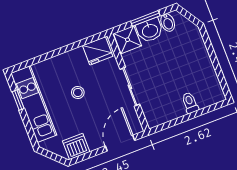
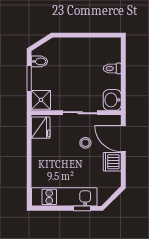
washbasin: (150, 30) -> (112, 100), moved, turned 180
stool: (78, 93) -> (85, 143), moved
window: (18, 100) -> (82, 208), moved
dishwasher: (76, 146) -> (112, 162), moved

